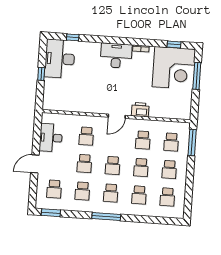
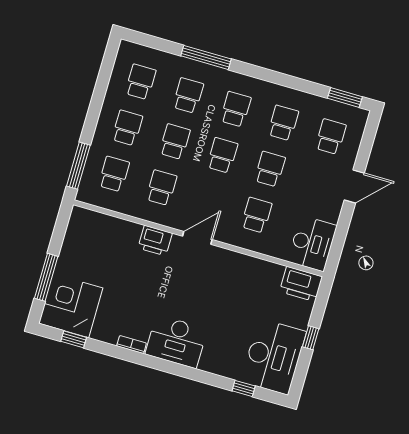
corner desk: (174, 68) -> (71, 306), width x0.74, depth x0.74
printer: (53, 103) -> (301, 284), added
desk: (51, 138) -> (312, 244), moved
window: (106, 217) -> (206, 57), moved

